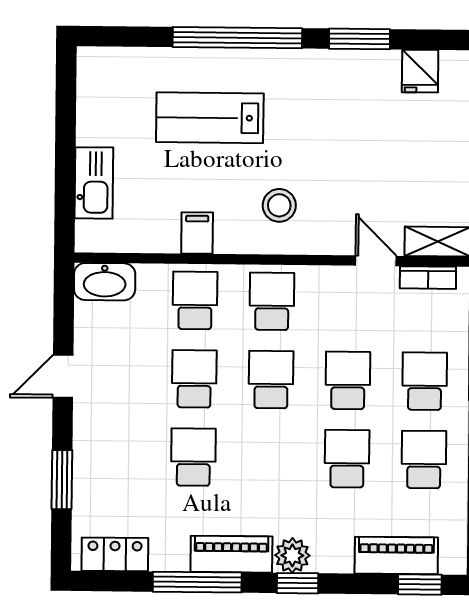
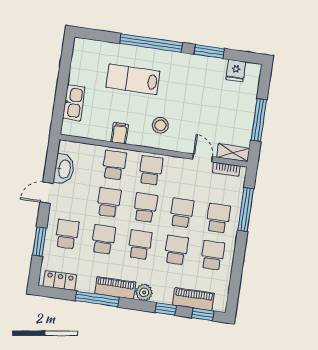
washbasin: (105, 282) -> (64, 169), moved, turned -90
school desk: (117, 456) -> (67, 234), added
school desk: (270, 458) -> (140, 245), added
window: (298, 583) -> (166, 309), moved

